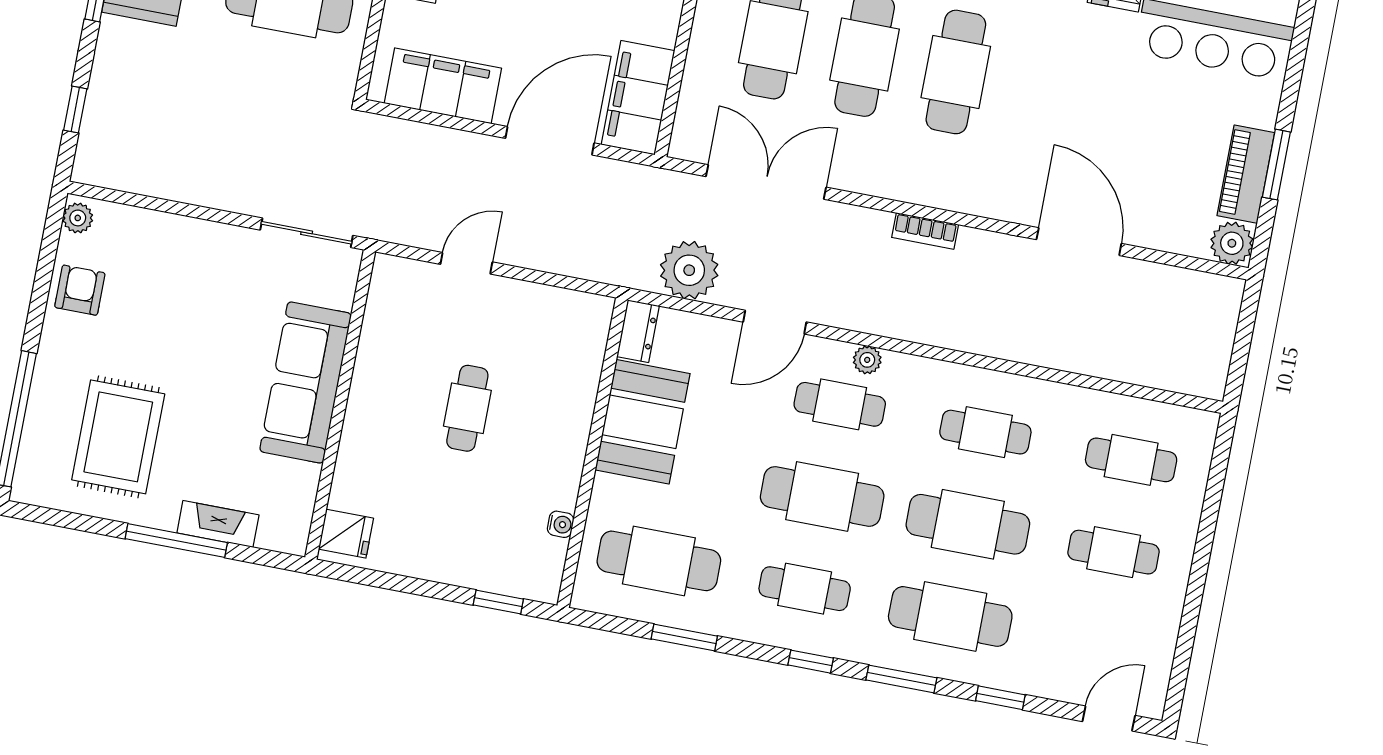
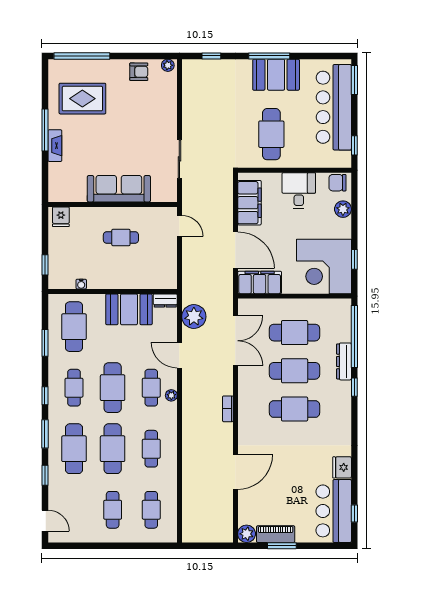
sofa: (305, 382) -> (119, 189), moved
wall: (340, 405) -> (113, 204), moved
fridge: (346, 534) -> (61, 217), moved

